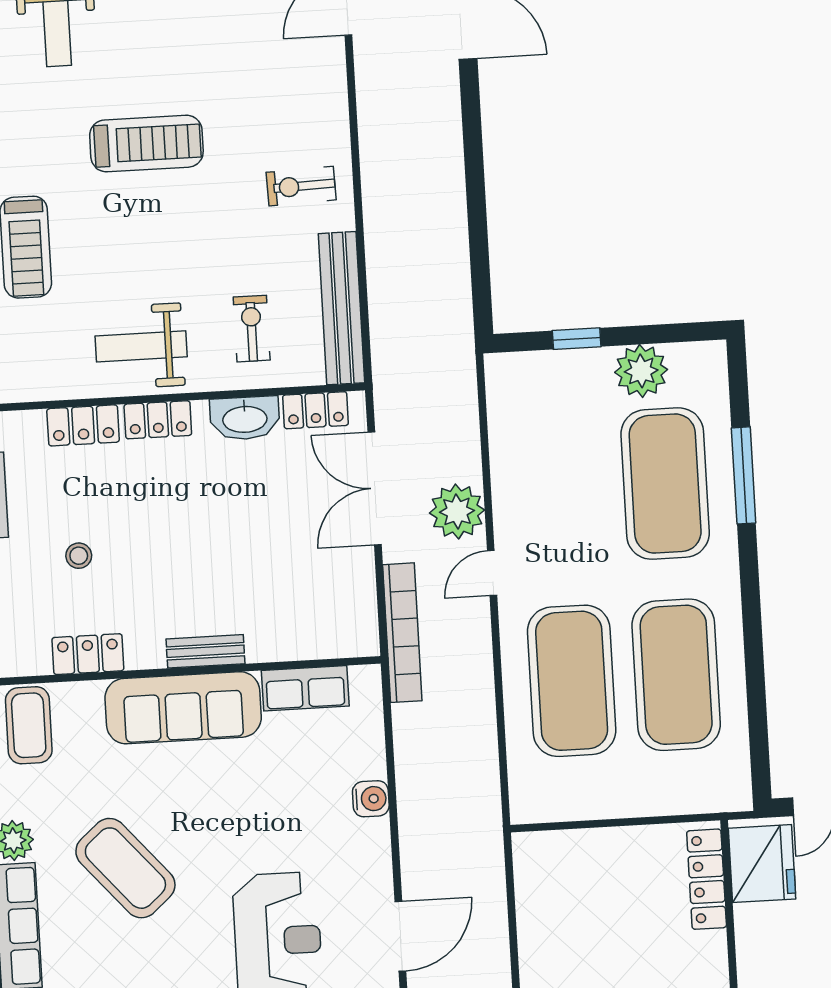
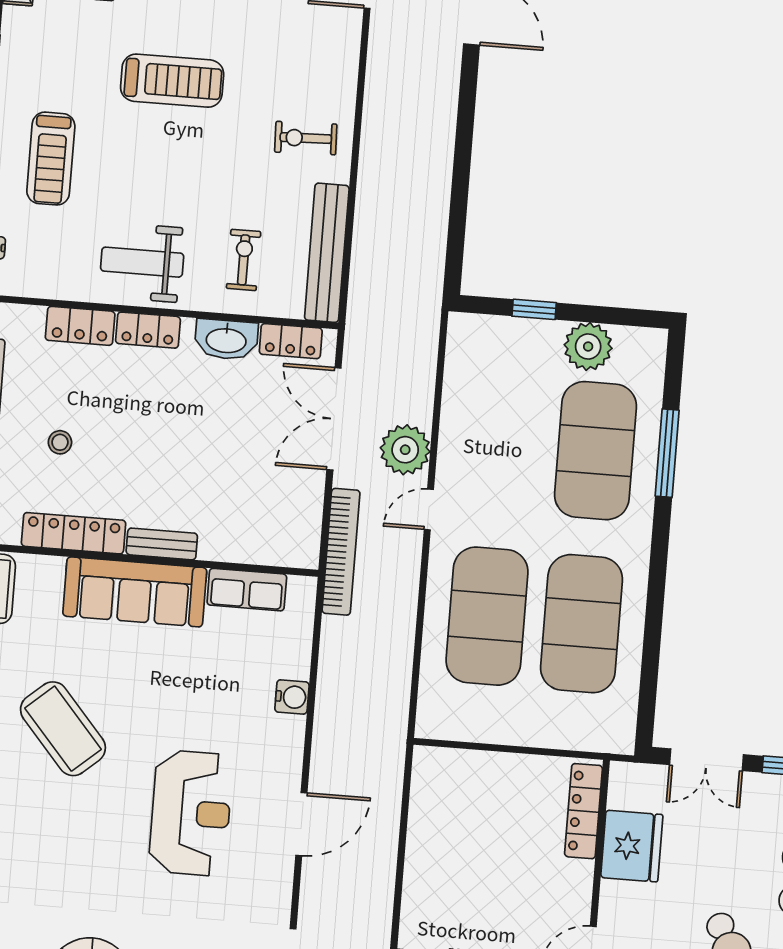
locker: (88, 654) -> (74, 533), width x1.53
fridge: (762, 864) -> (632, 846), moved

